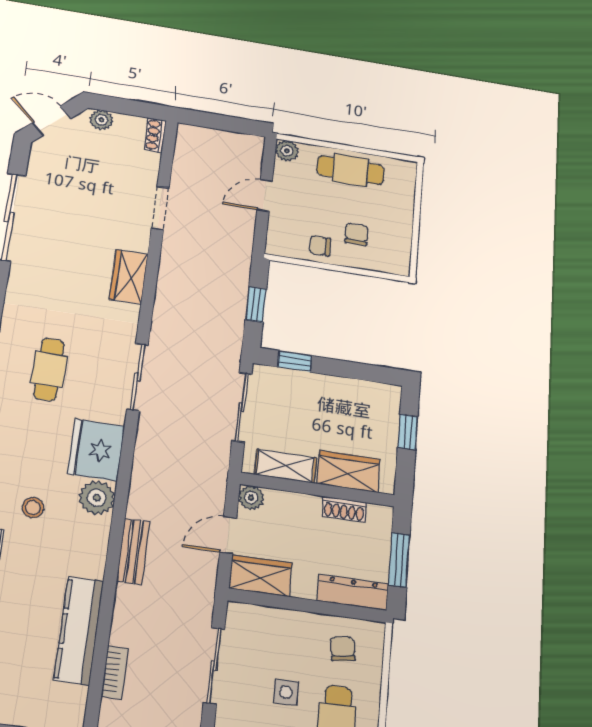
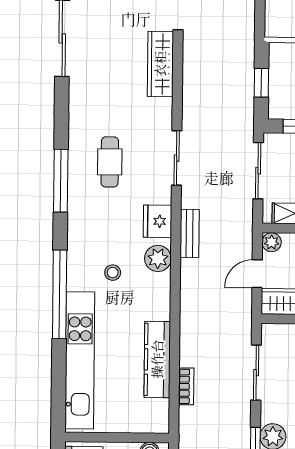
wardrobe: (129, 277) -> (160, 64), width x1.50
fridge: (96, 450) -> (157, 221), width x0.73, depth x0.75
bench: (133, 551) -> (190, 233), moved

